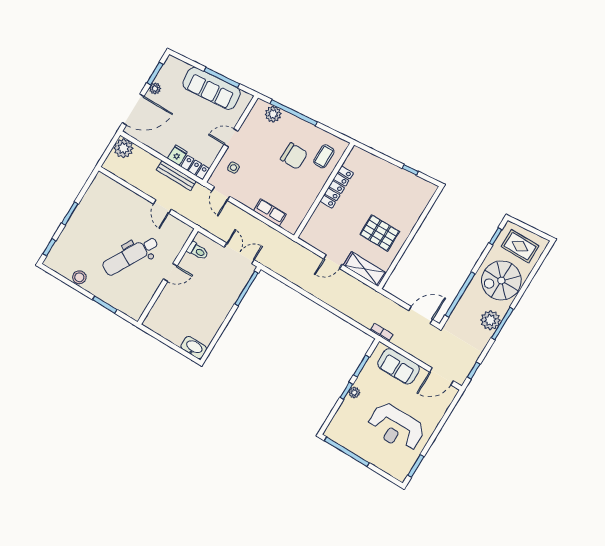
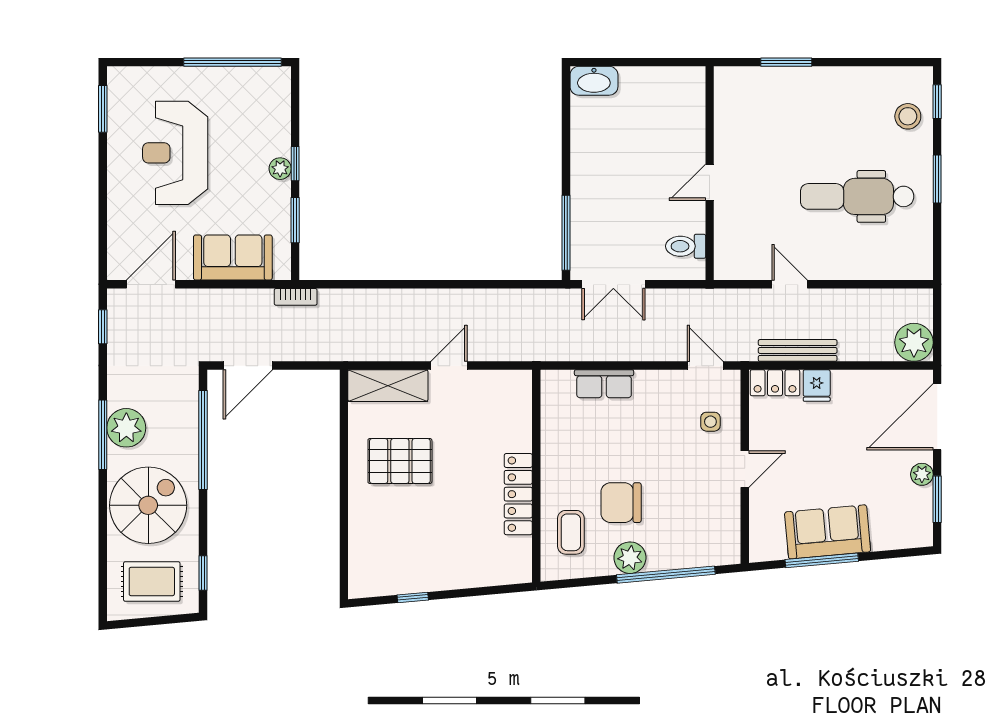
sofa: (212, 88) -> (828, 532), width x0.73
plant: (273, 114) -> (630, 558), moved
dental chair: (130, 256) -> (857, 196), moved, turned -119
stool: (79, 277) -> (908, 116), moved
reception desk: (396, 427) -> (175, 153), turned -90

